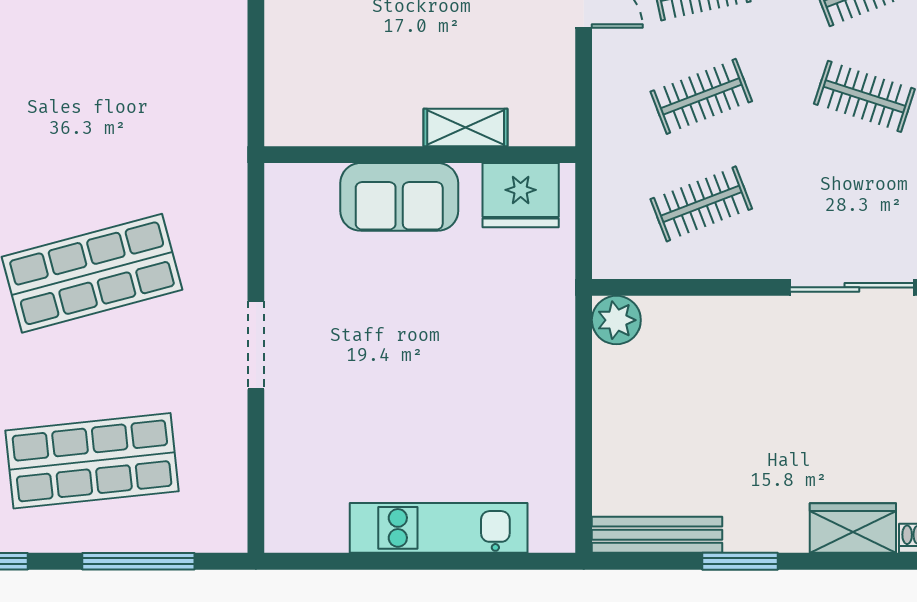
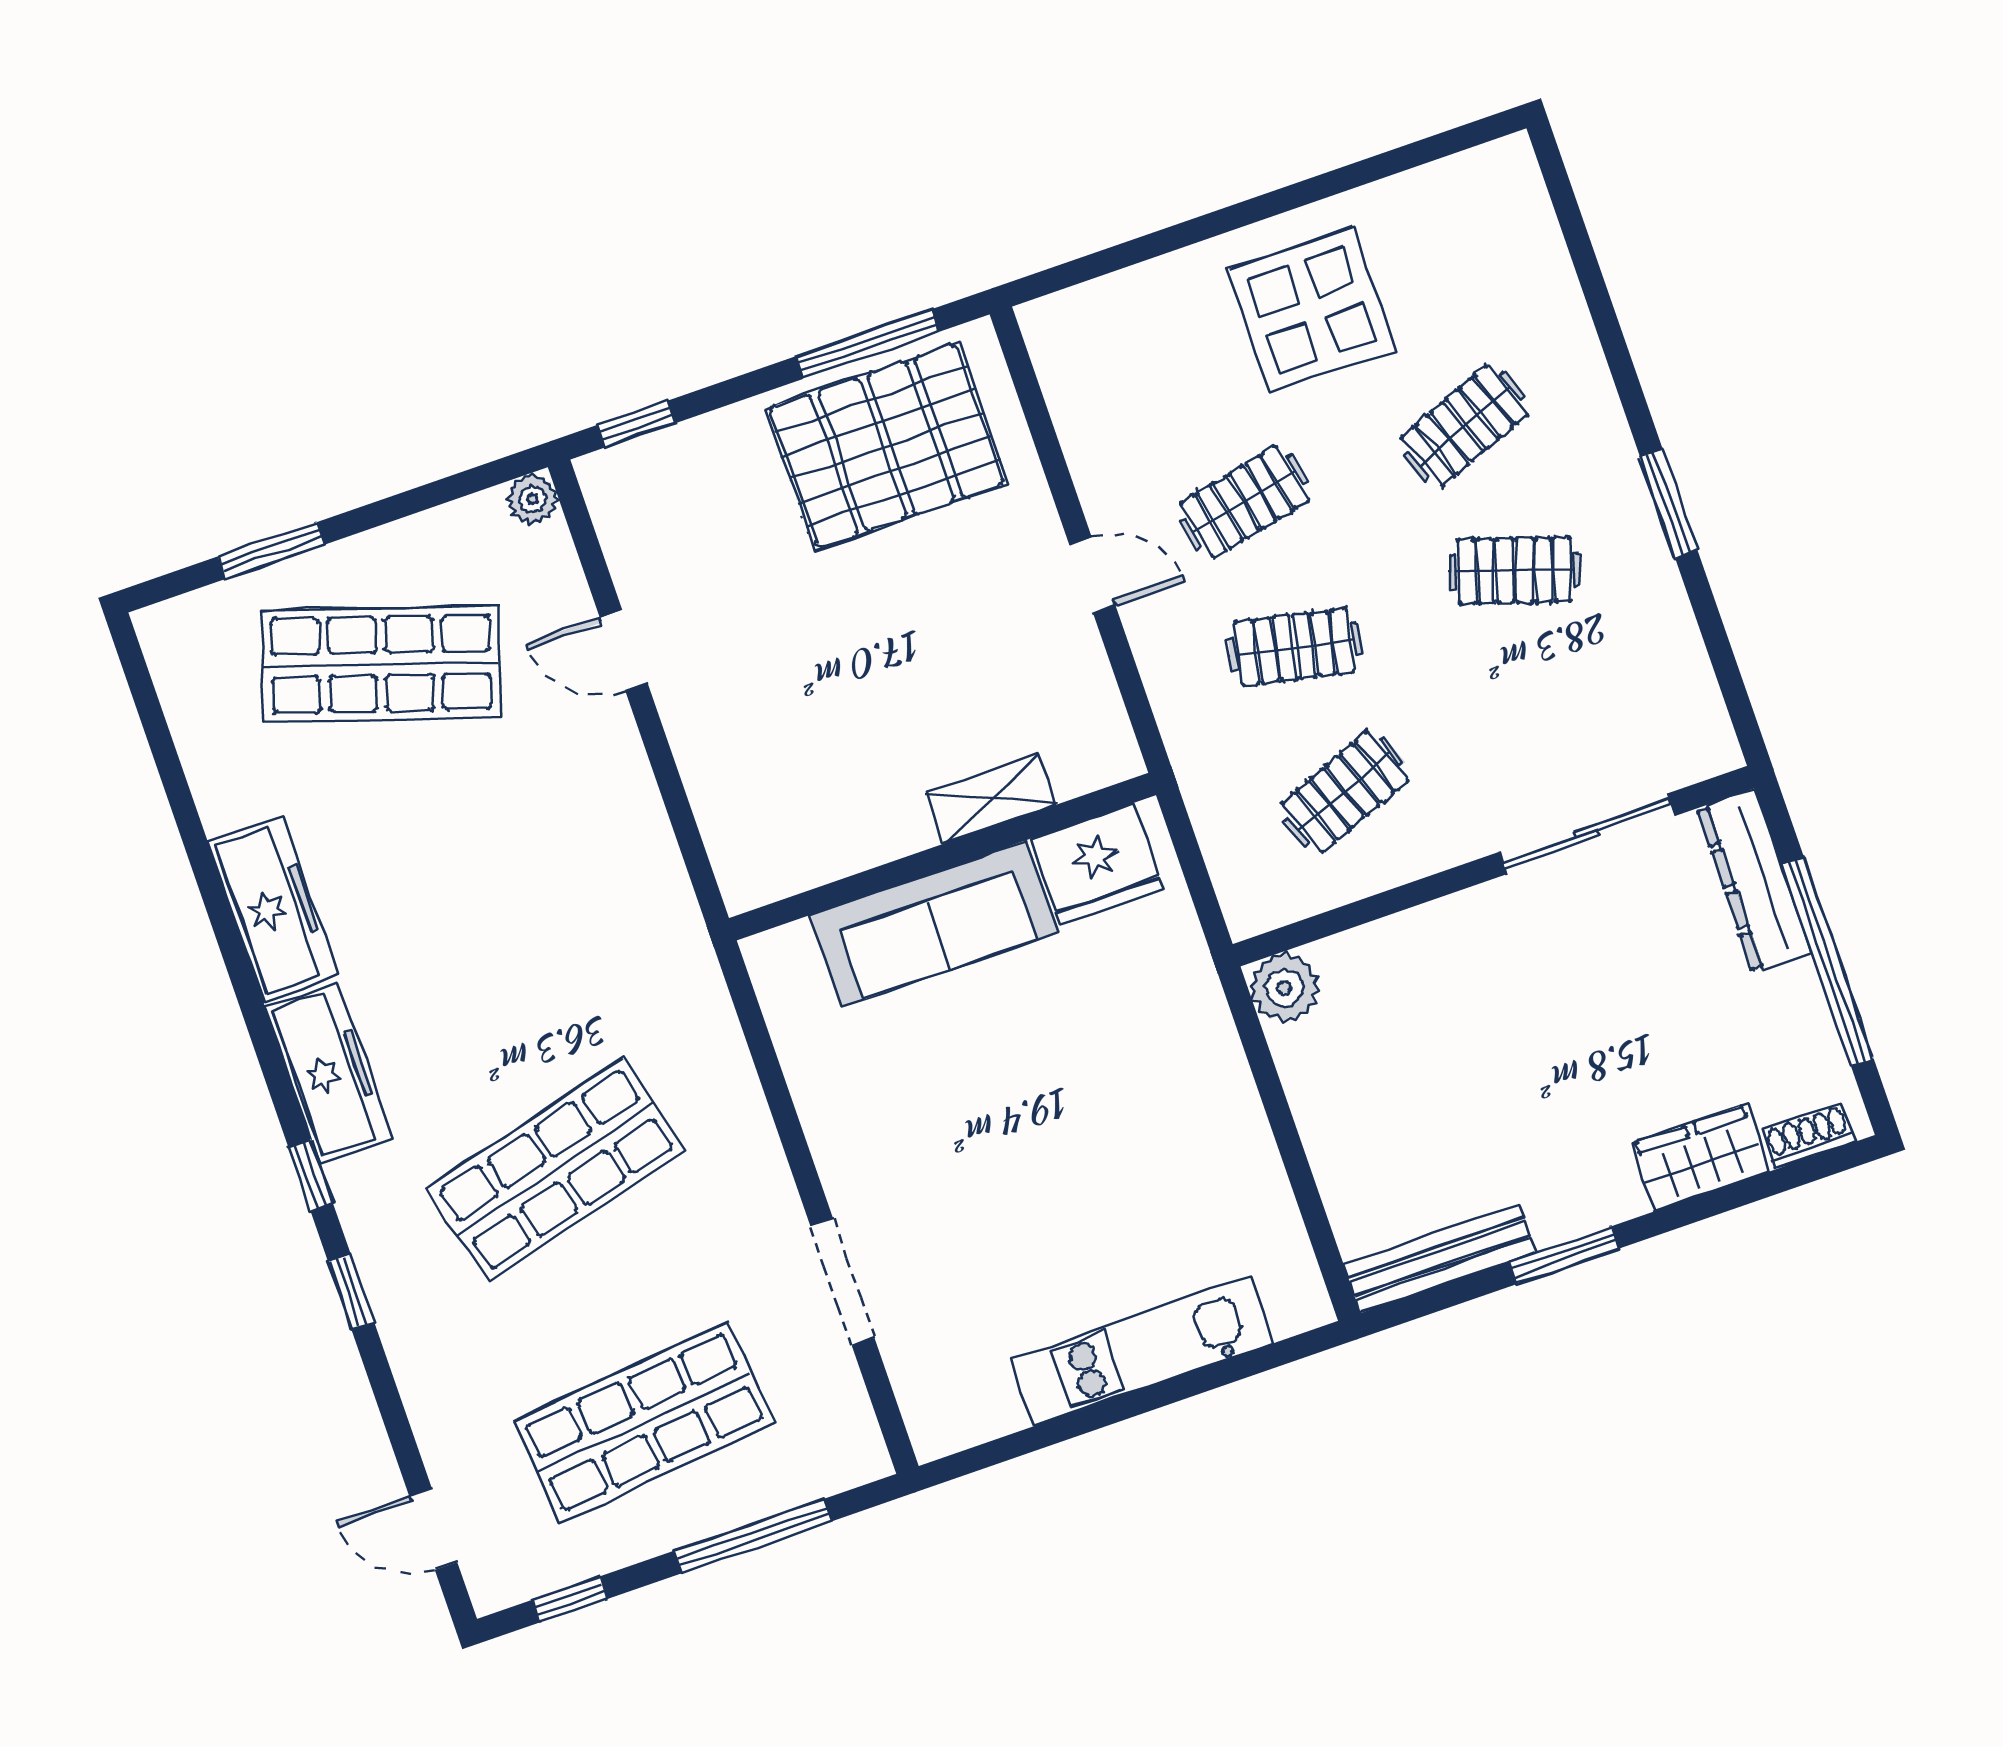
clothes rail: (701, 96) -> (1295, 647), turned 33
sofa: (399, 197) -> (934, 923), width x1.36
doorway: (256, 345) -> (842, 1282), moved

